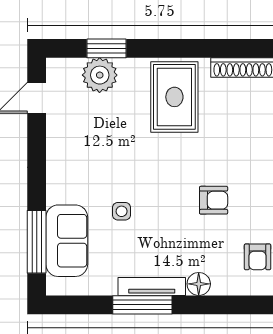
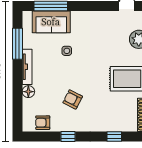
armchair: (214, 200) -> (73, 99), turned 117
window: (142, 305) -> (17, 44), moved

